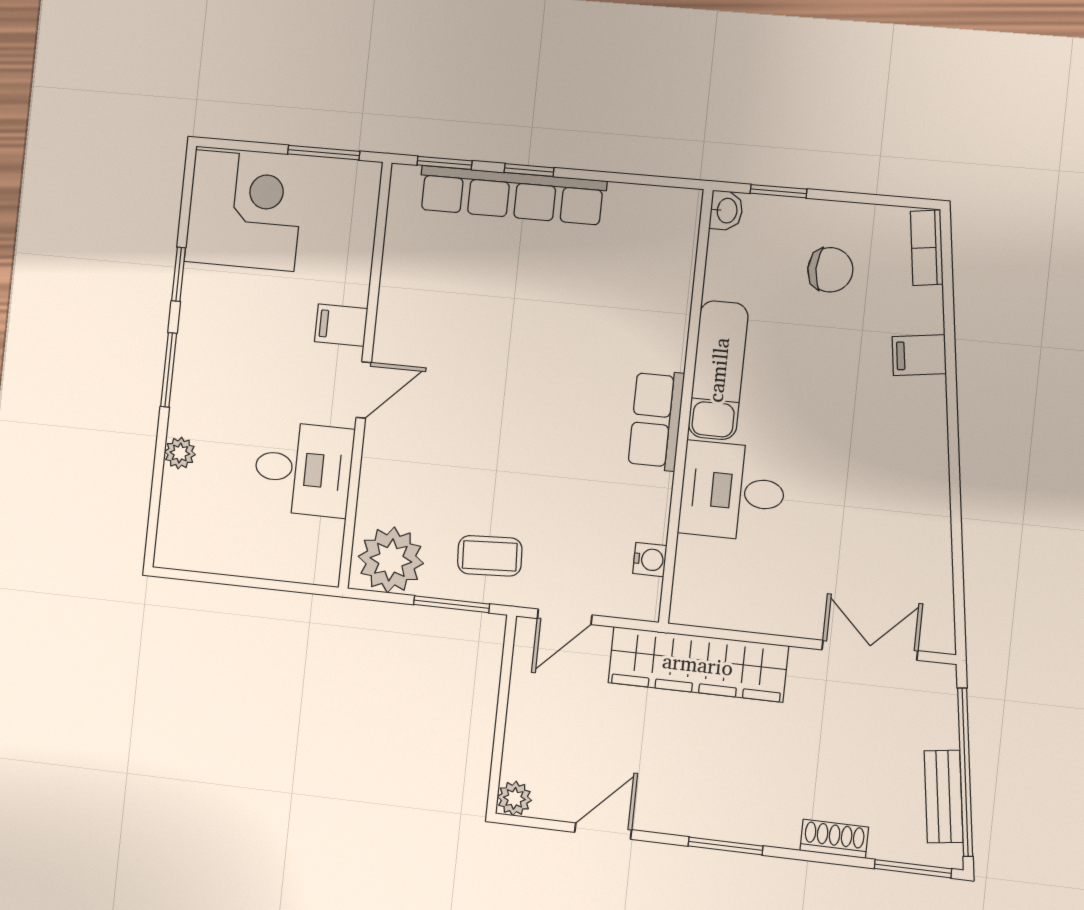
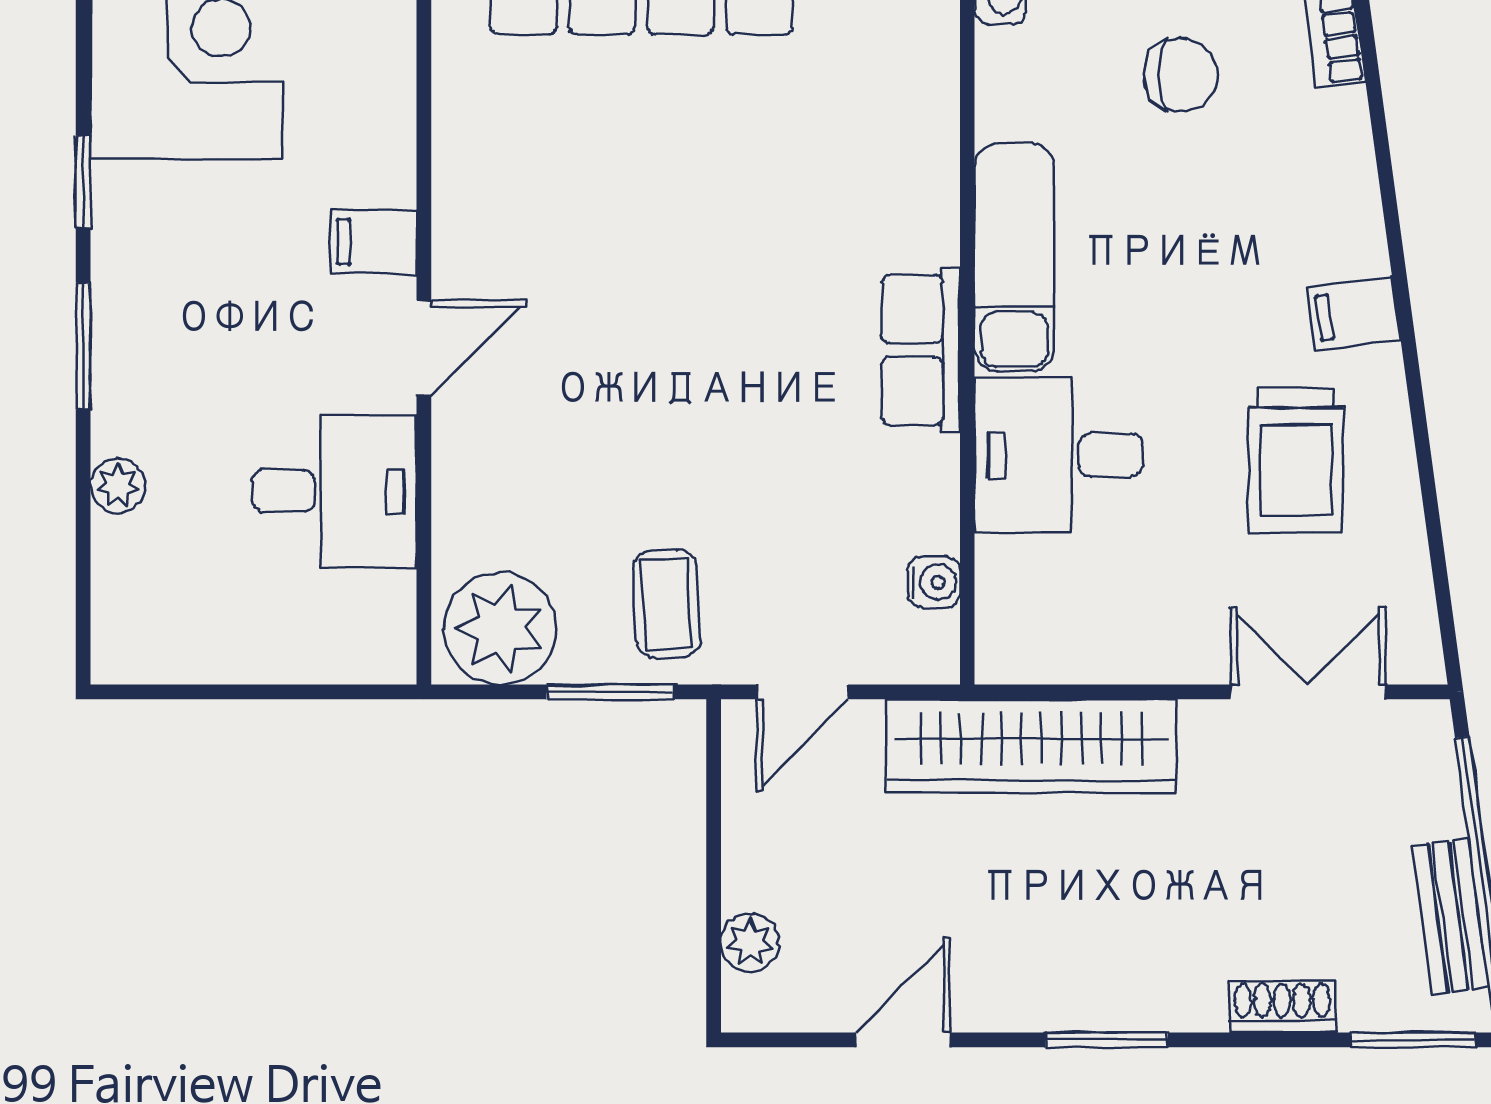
filing cabinet: (919, 355) -> (1354, 313), moved
trolley: (877, 509) -> (1296, 460), added
coffee table: (490, 556) -> (667, 604), turned 90
plant: (514, 798) -> (750, 942), moved

